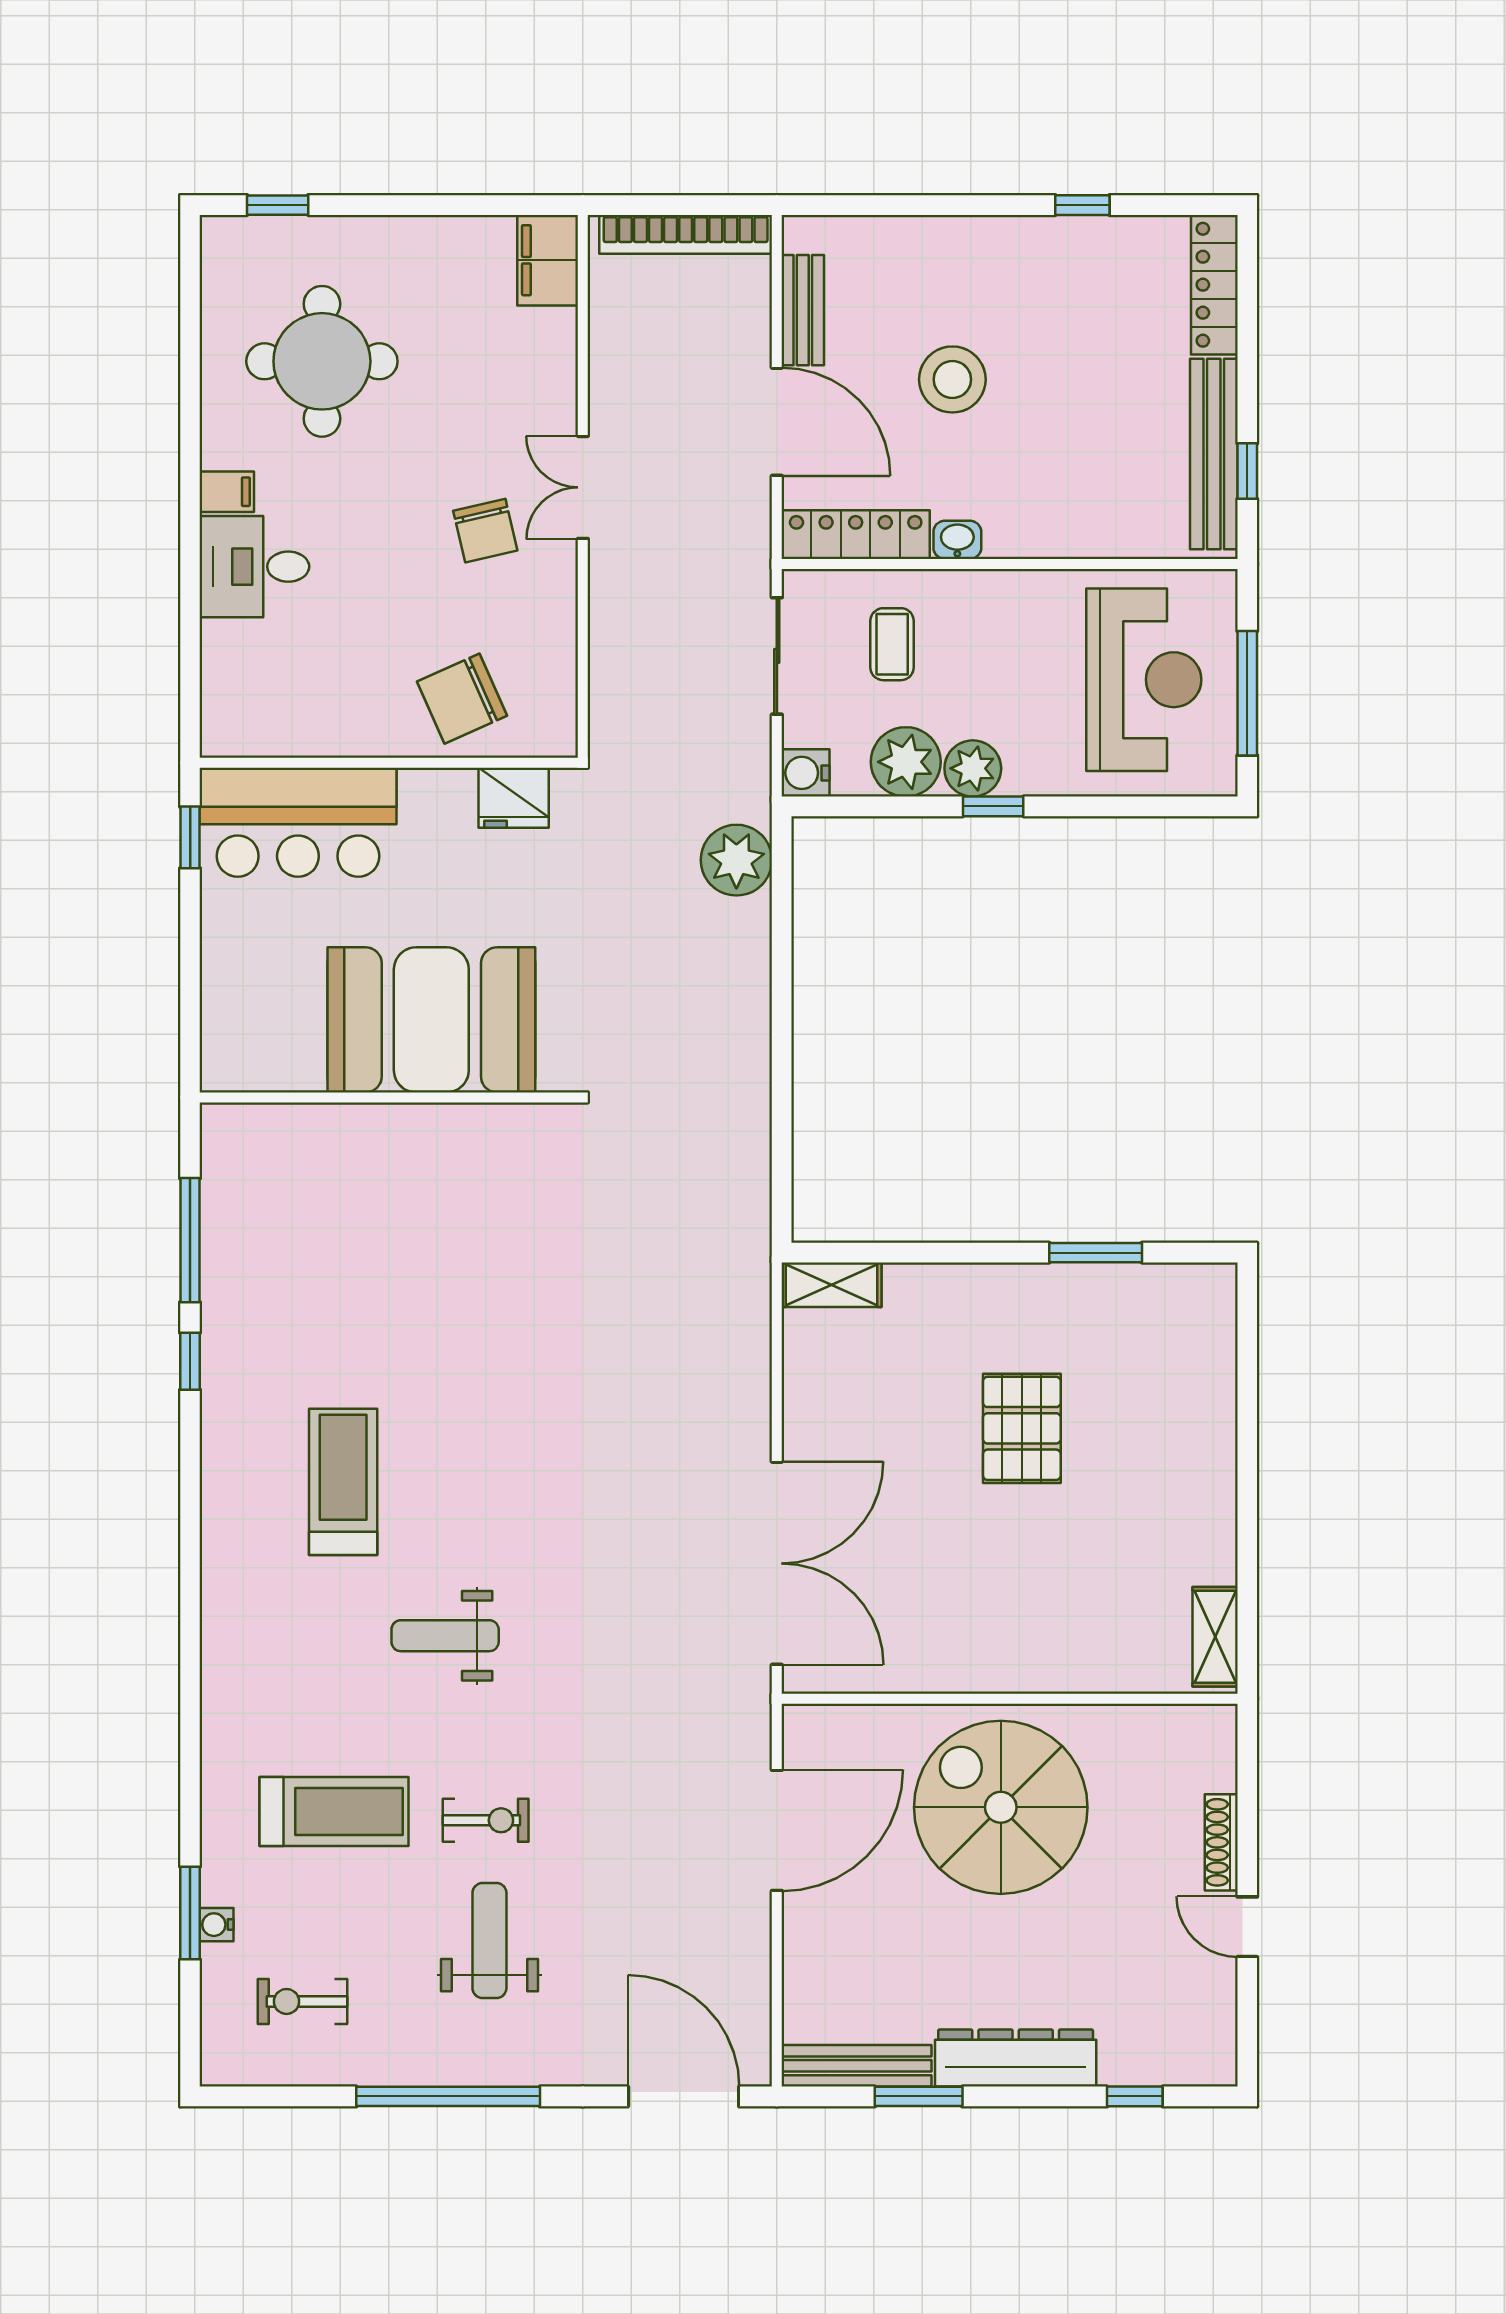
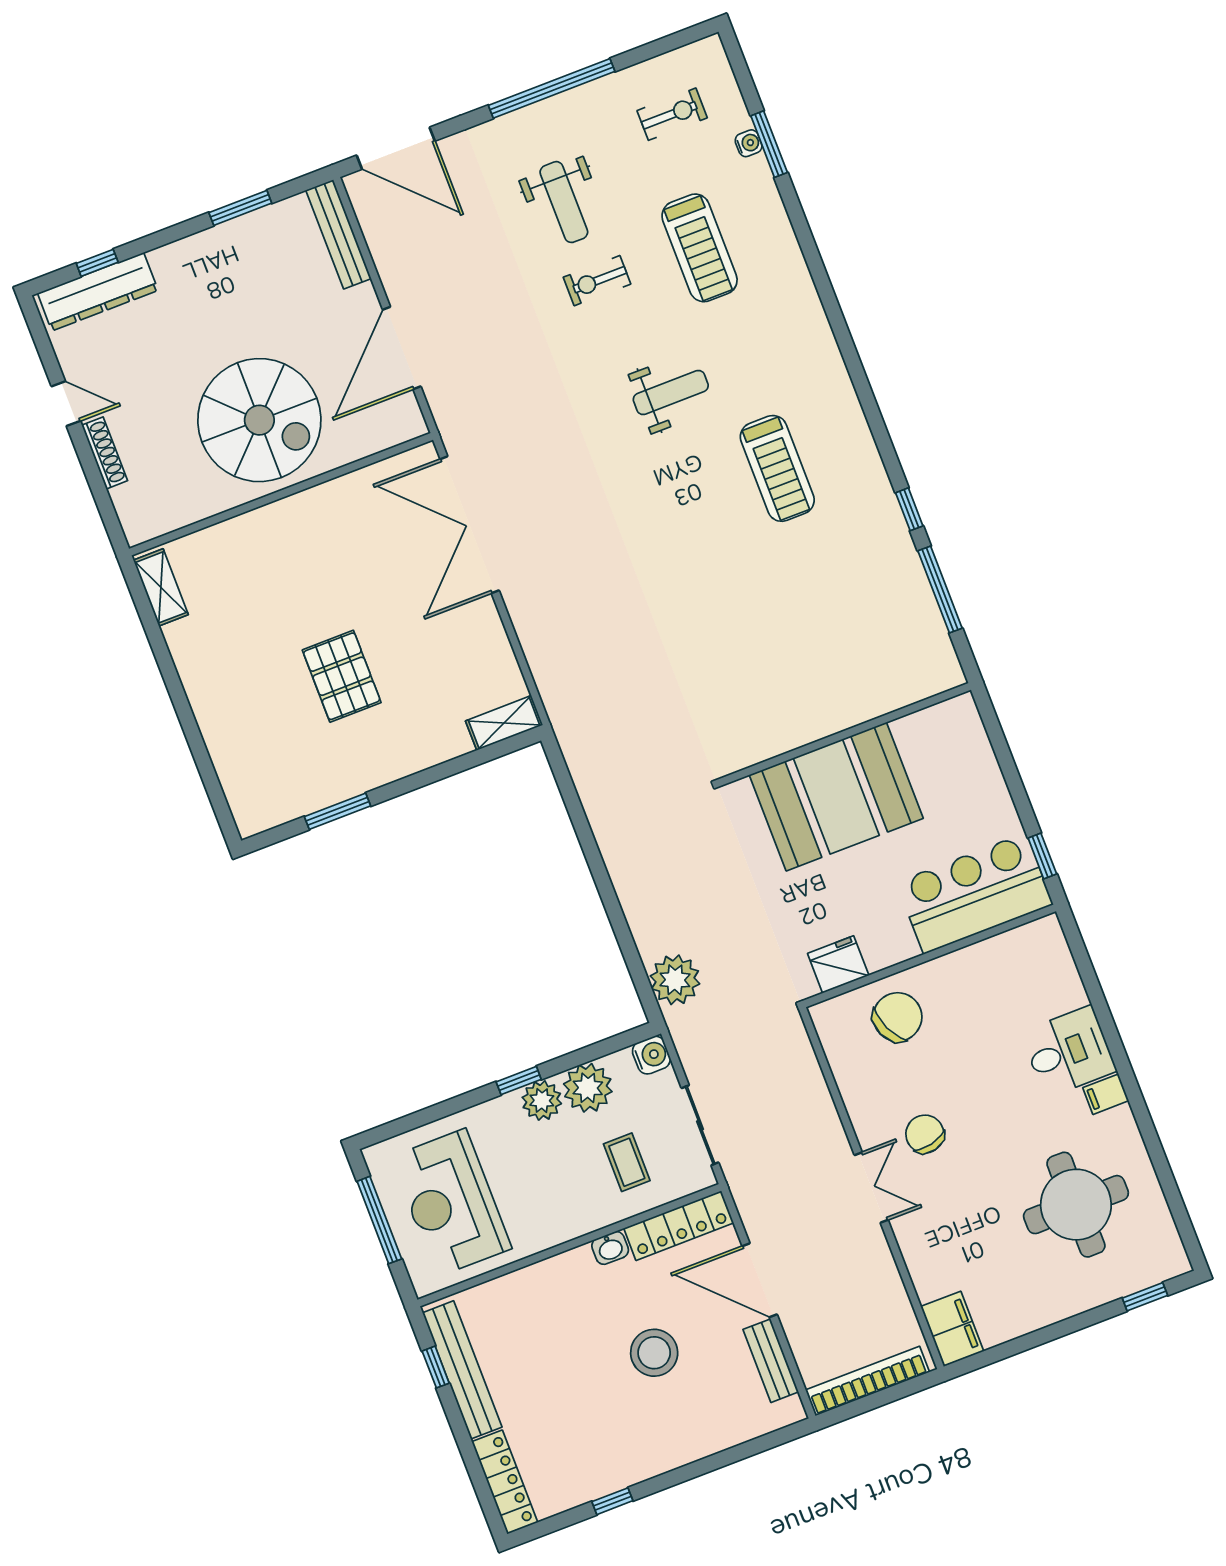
treadmill: (334, 1812) -> (700, 248), turned -90
dresser: (1016, 2058) -> (98, 292), moved
bench: (856, 2066) -> (339, 234), moved, turned 90

